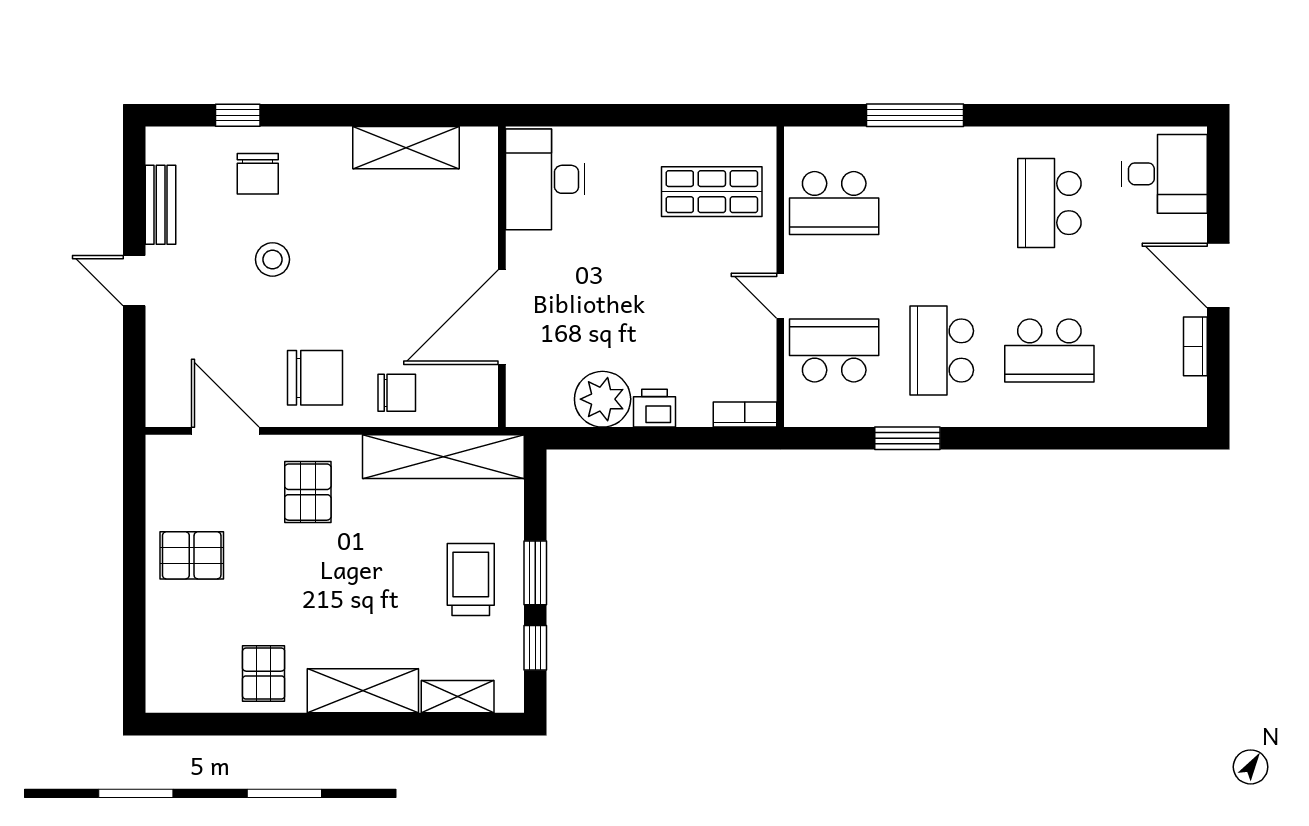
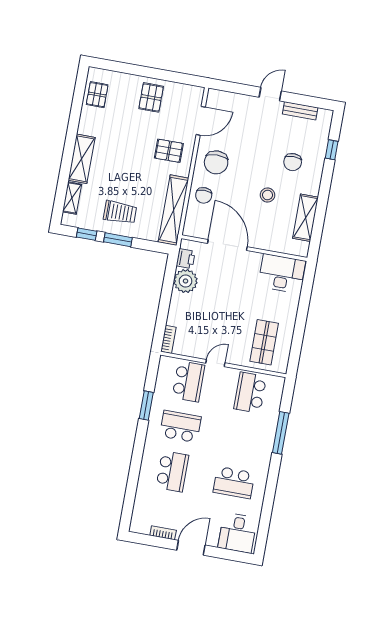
chair: (258, 174) -> (293, 162), moved, turned -90
school desk: (1049, 203) -> (234, 483), turned 180
stool: (272, 259) -> (268, 195), moved
school desk: (1049, 350) -> (172, 471), turned 180
printer: (654, 408) -> (186, 259), moved
pallet: (264, 674) -> (97, 95), moved, turned 90

